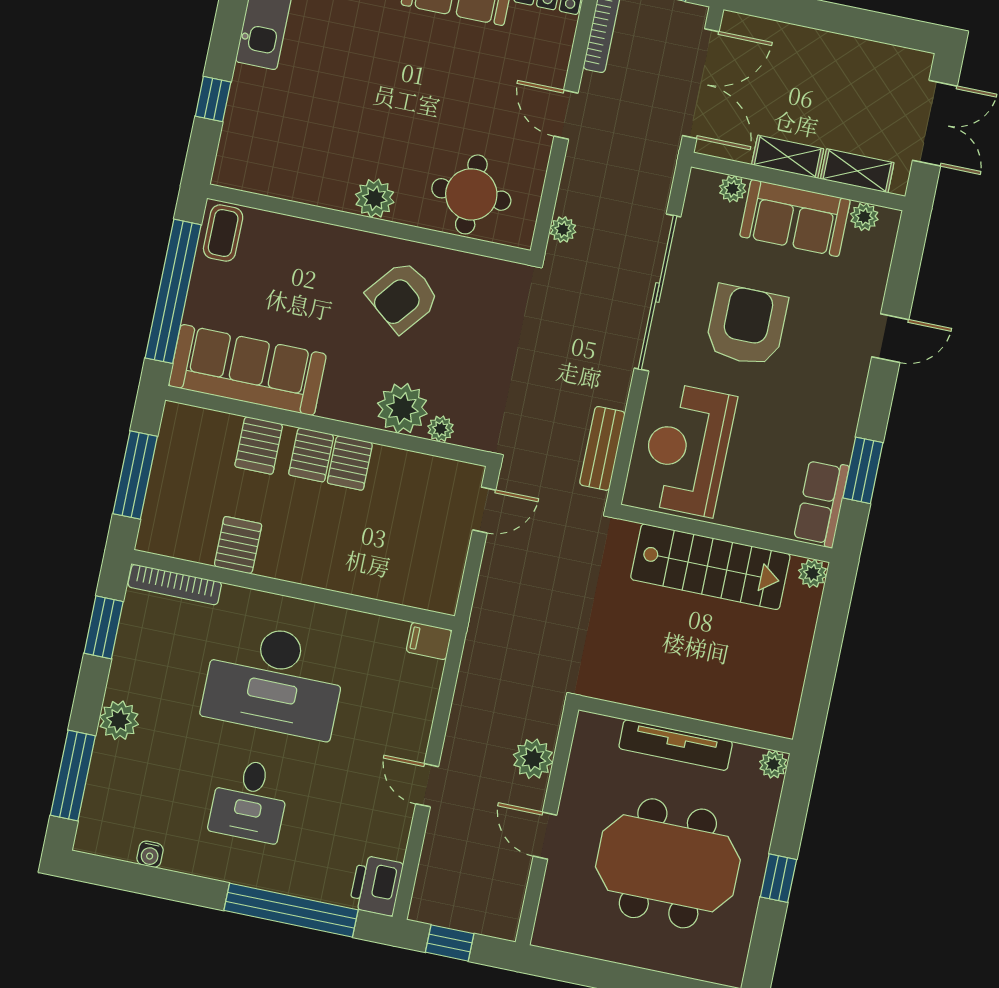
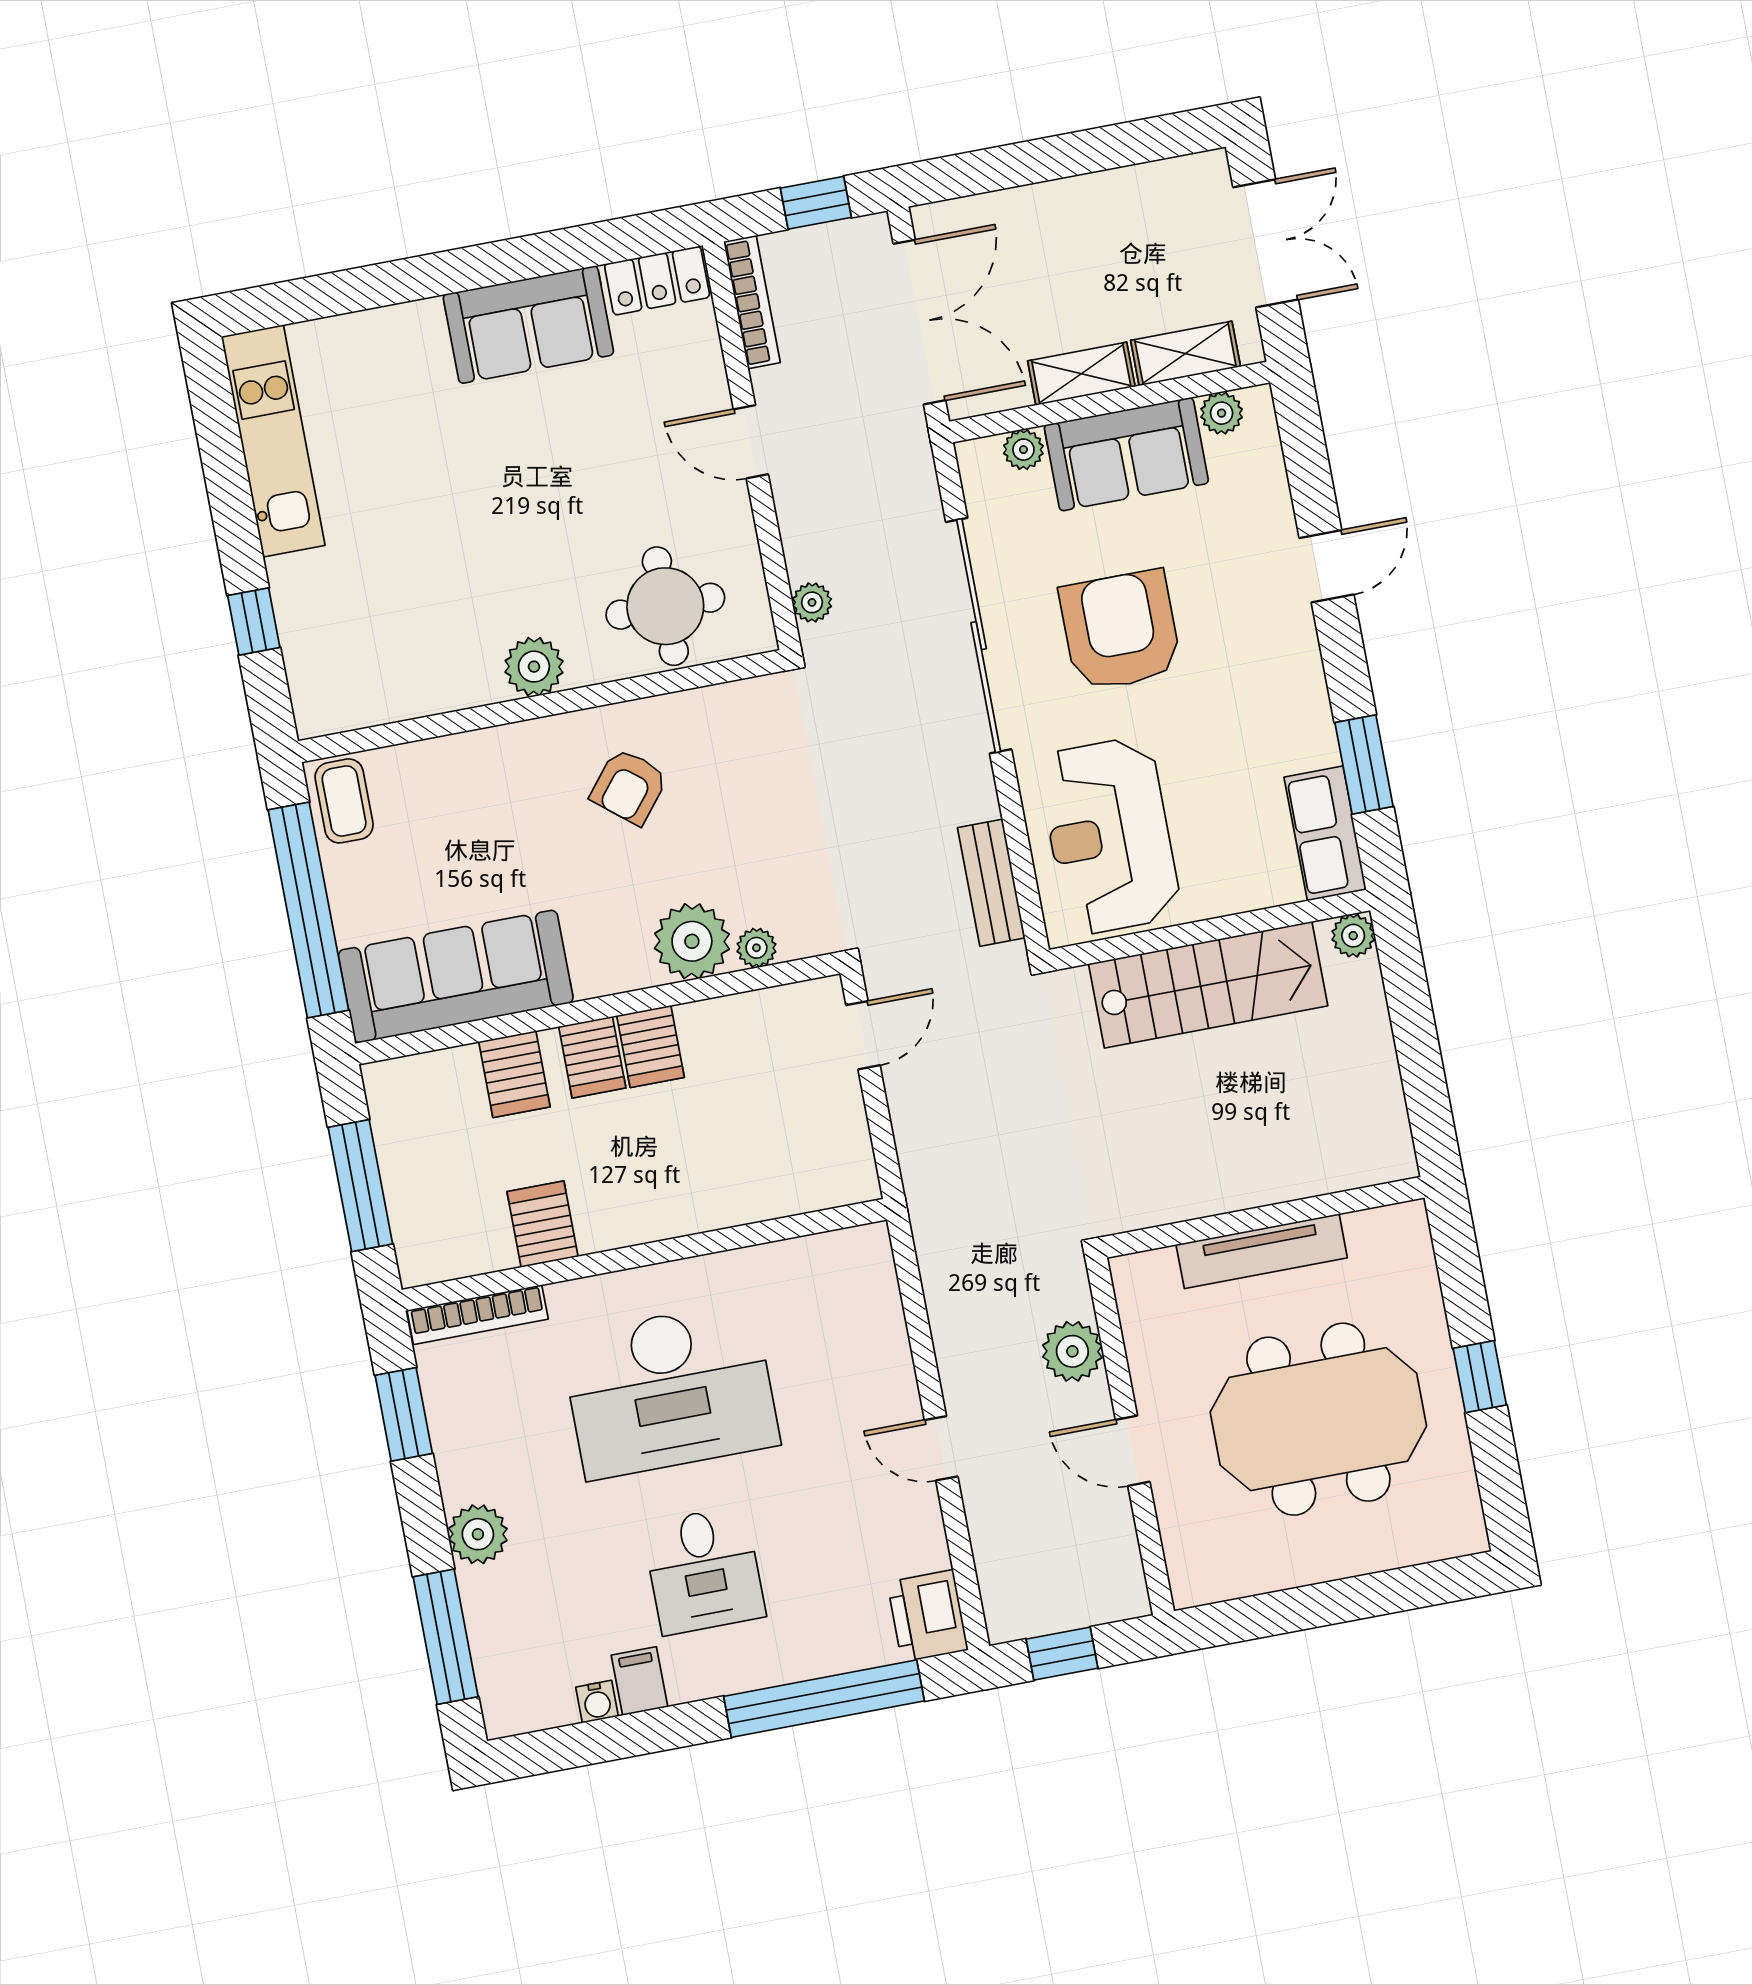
armchair: (403, 297) -> (629, 787), width x0.72, depth x0.72
filing cabinet: (429, 641) -> (639, 1681), moved, turned 90
plant: (773, 764) -> (1408, 1222), removed

